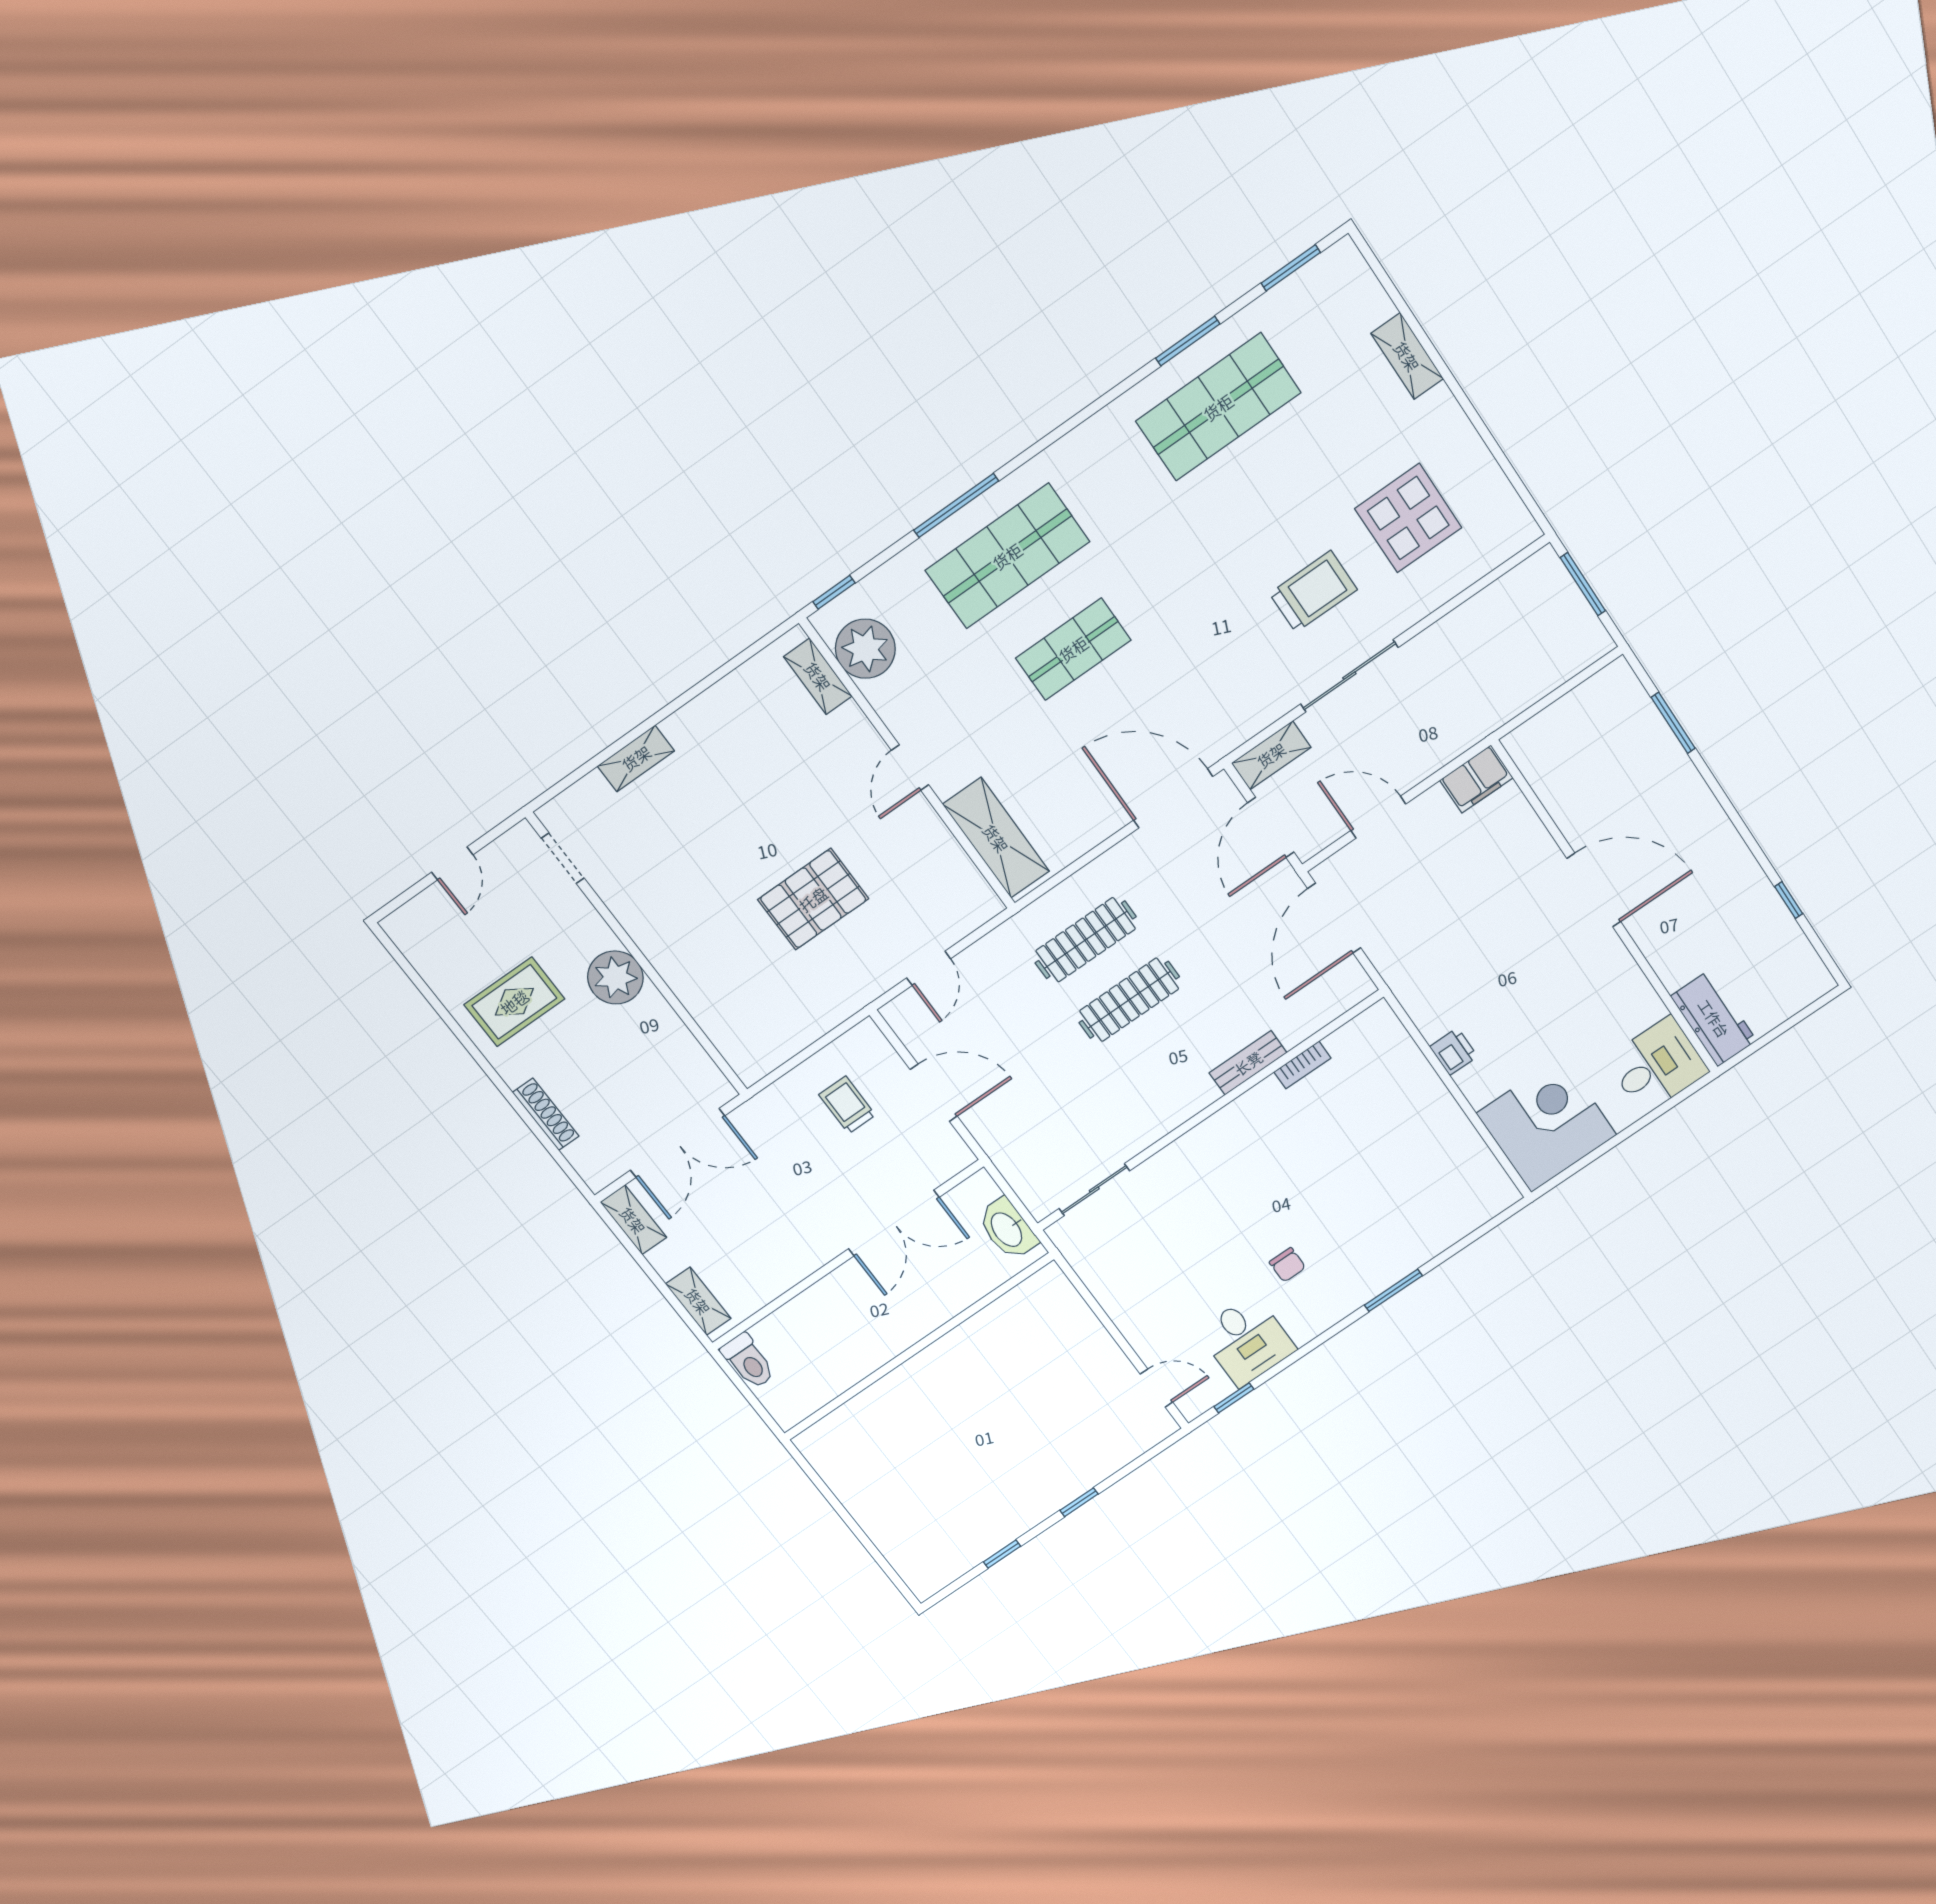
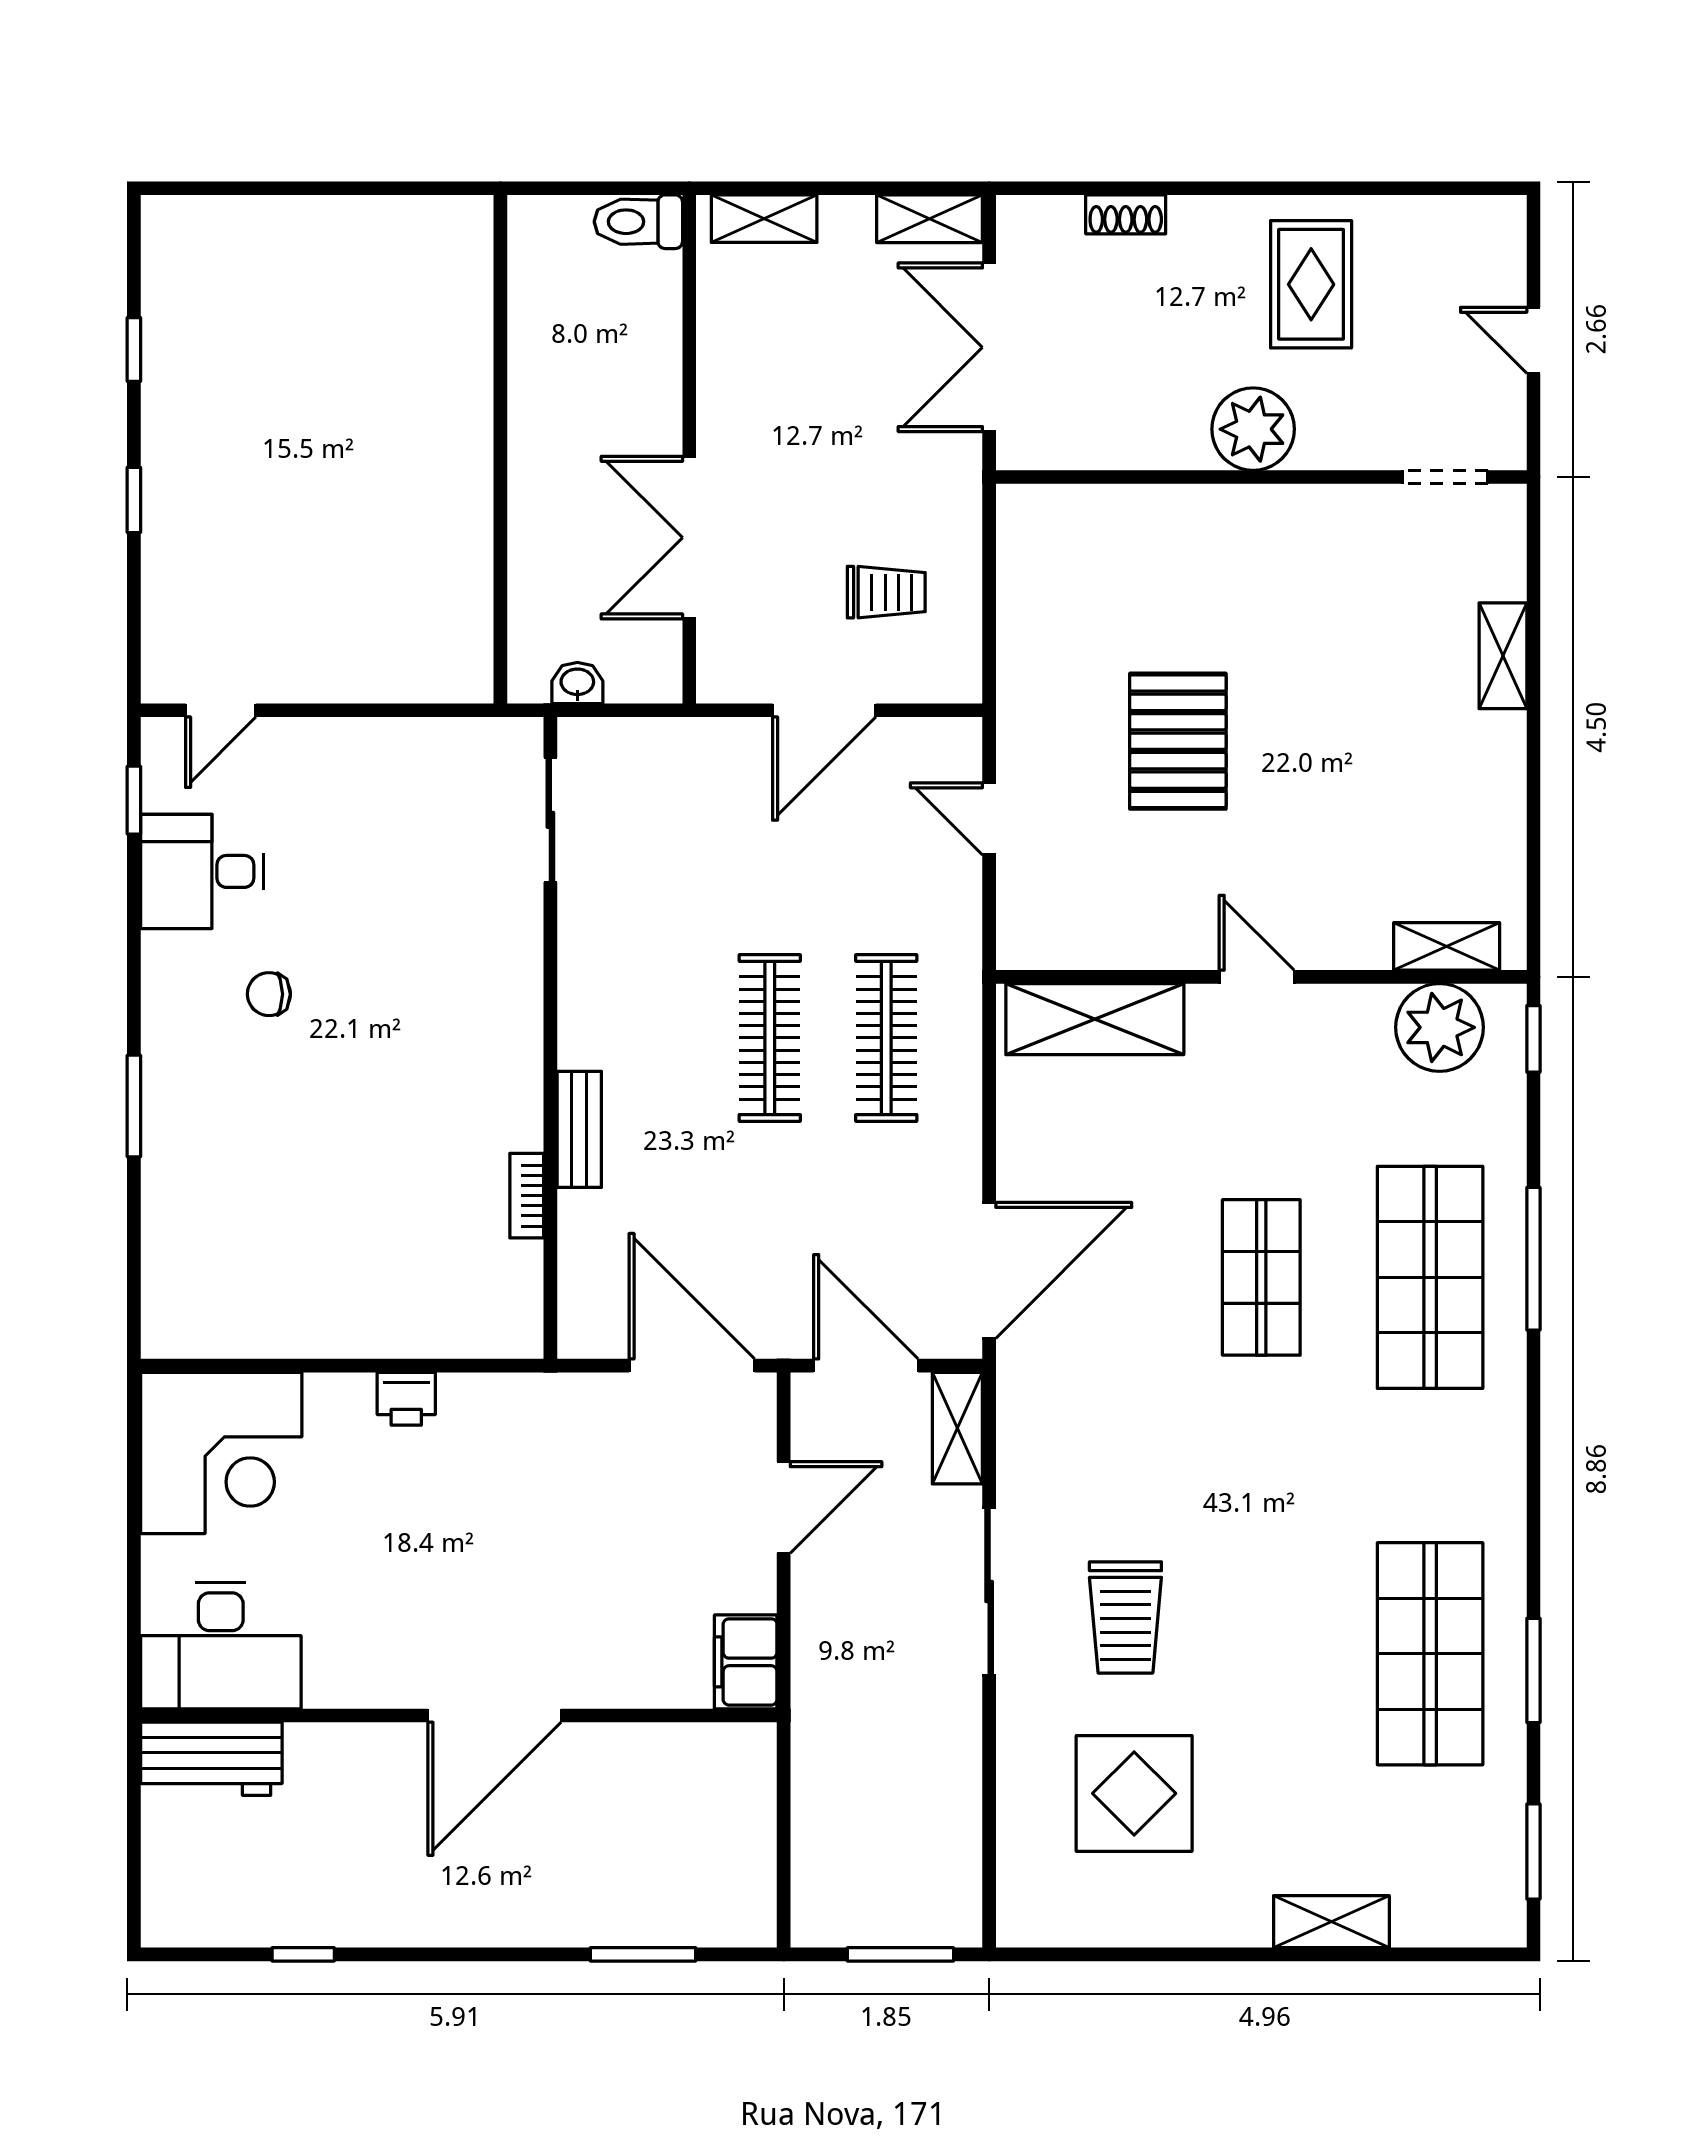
desk: (1657, 1065) -> (221, 1646), width x1.37
shoe rack: (546, 1114) -> (1126, 214), width x0.70
washbasin: (1007, 1229) -> (577, 683), width x0.52, depth x0.69

